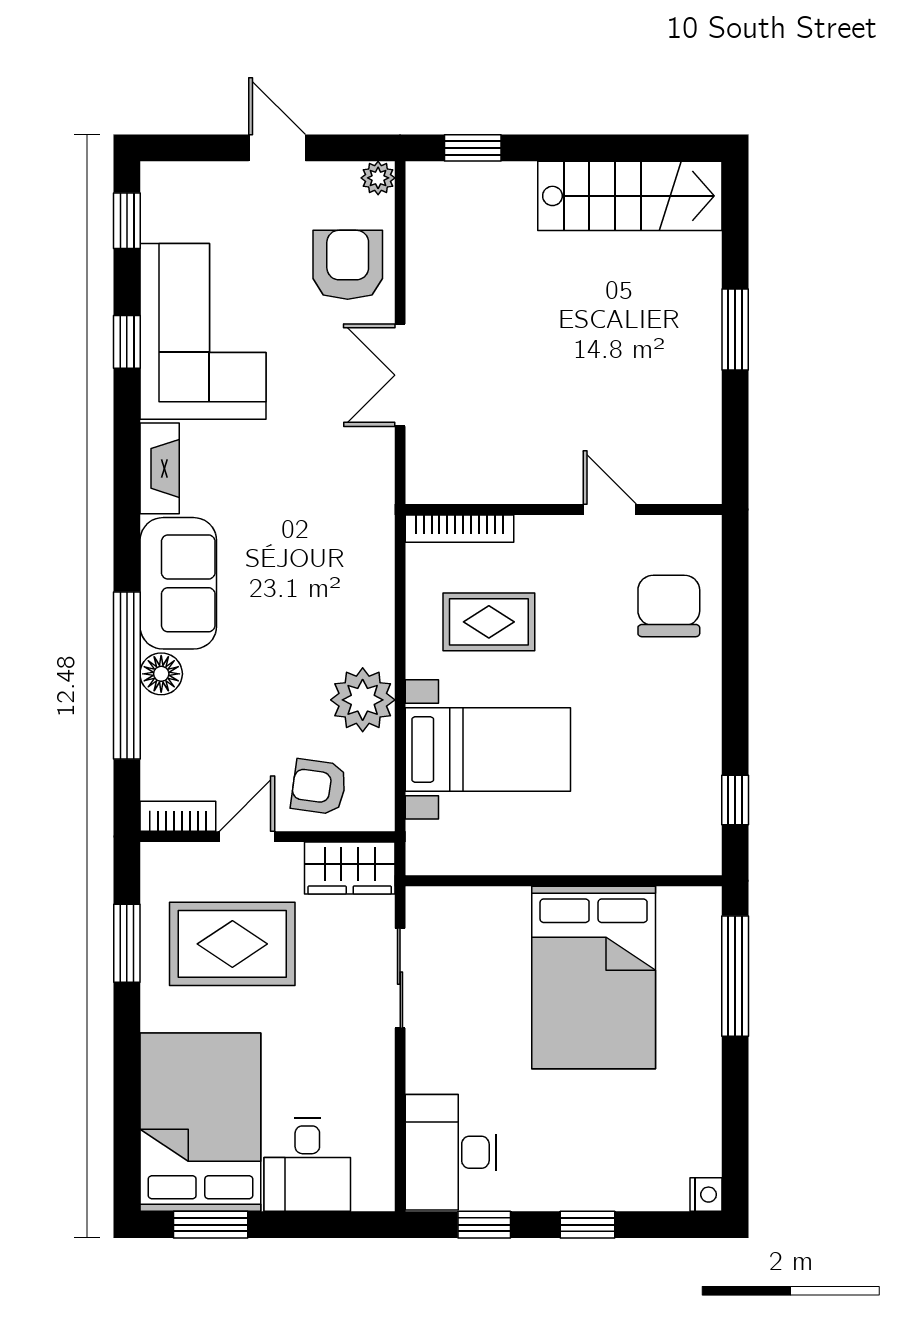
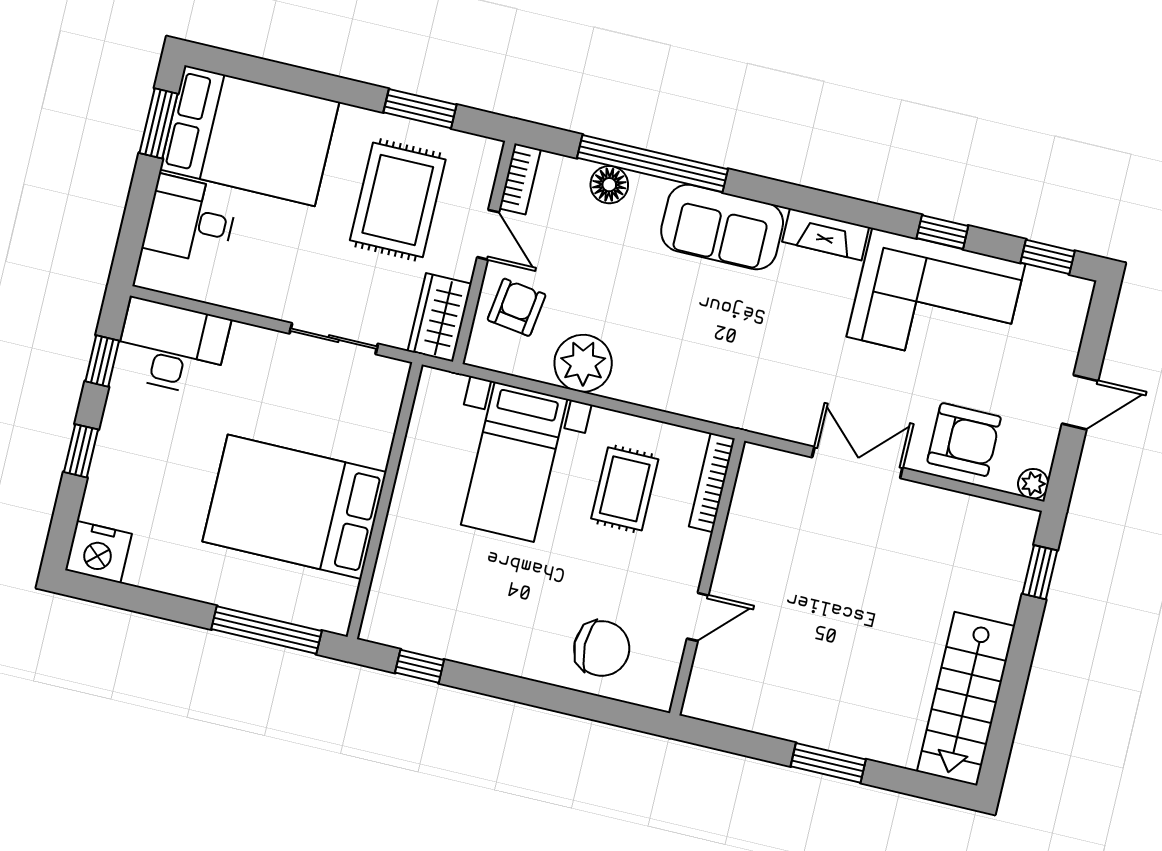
floor lamp: (161, 674) -> (609, 185), moved
nightstand: (706, 1195) -> (98, 552), width x1.89, depth x1.79

